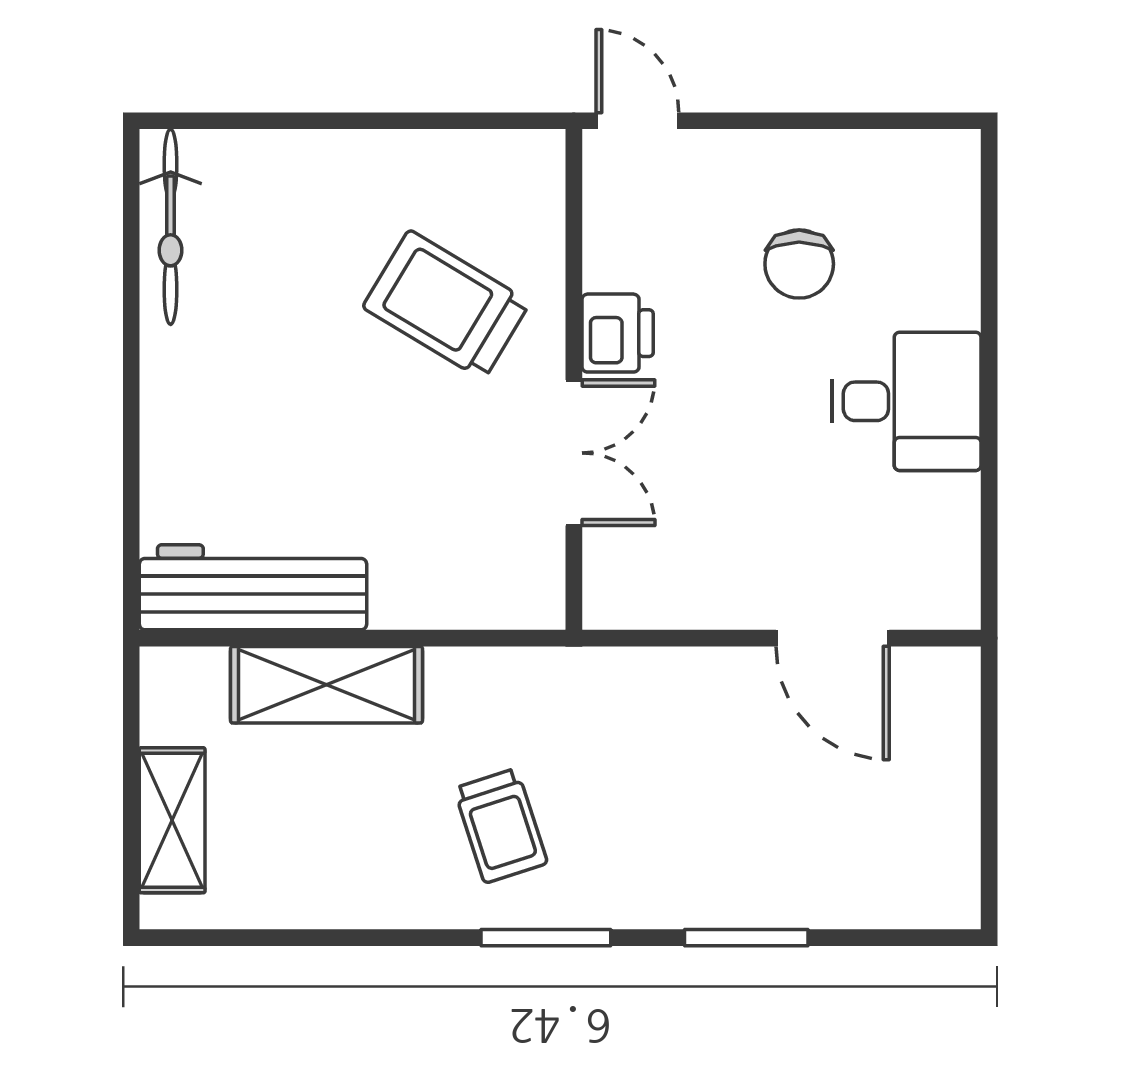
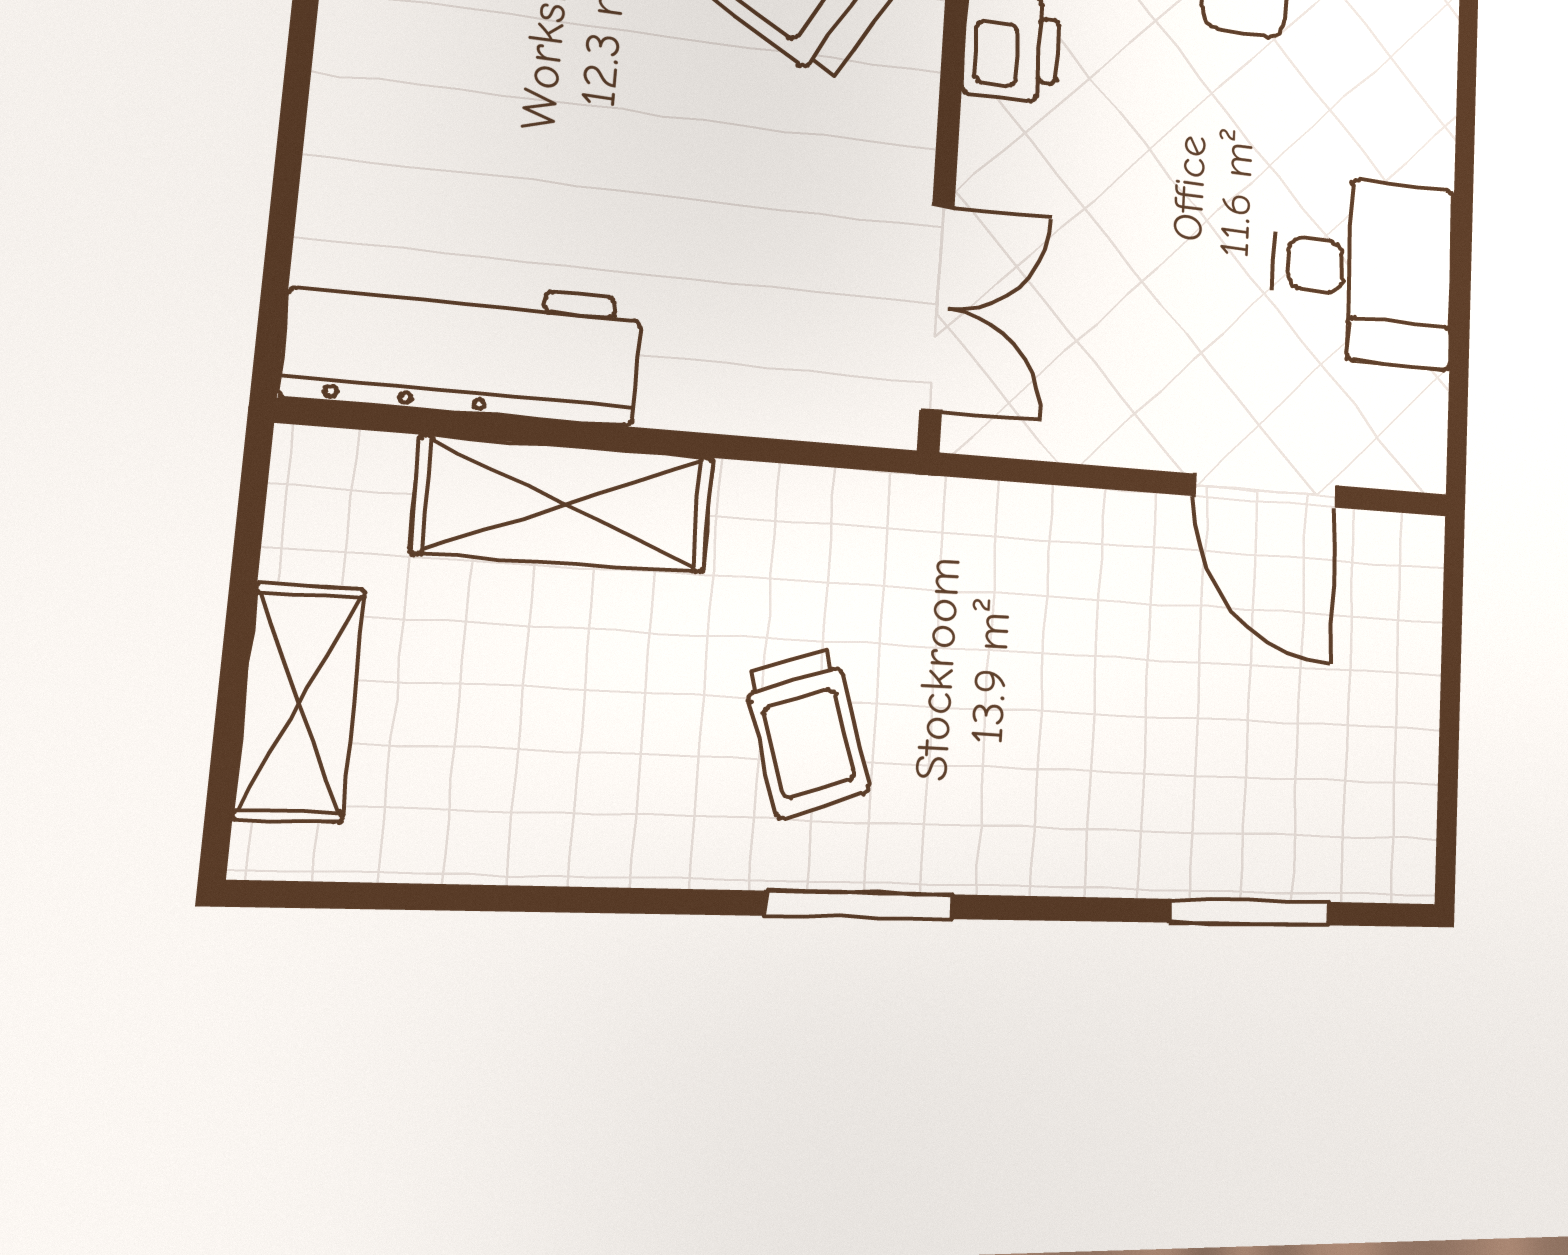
desk: (906, 401) -> (1364, 270), moved
double door: (574, 453) -> (937, 308), moved
window: (746, 938) -> (1250, 912), moved

